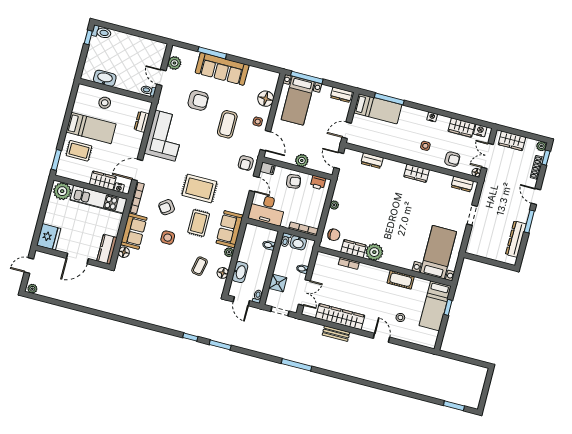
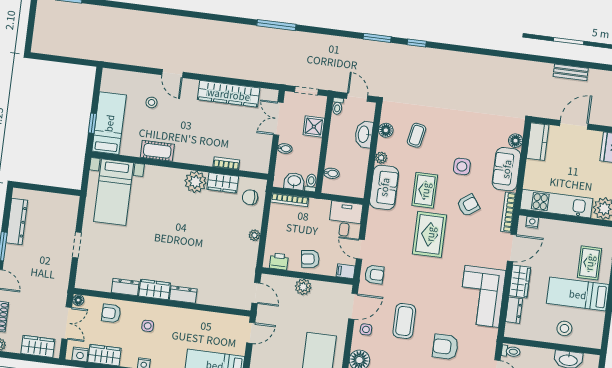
door: (265, 141) -> (353, 306), swing flipped
rug: (79, 151) -> (589, 263), turned 90
dresser: (372, 161) -> (183, 294), moved
armchair: (246, 163) -> (374, 275), turned 90
wardrobe: (103, 181) -> (520, 281), moved, turned -90
dresser: (462, 184) -> (125, 287), moved
rug: (199, 188) -> (430, 234), turned 90
desk: (267, 210) -> (345, 219), width x0.73
bench: (336, 334) -> (571, 72), moved

